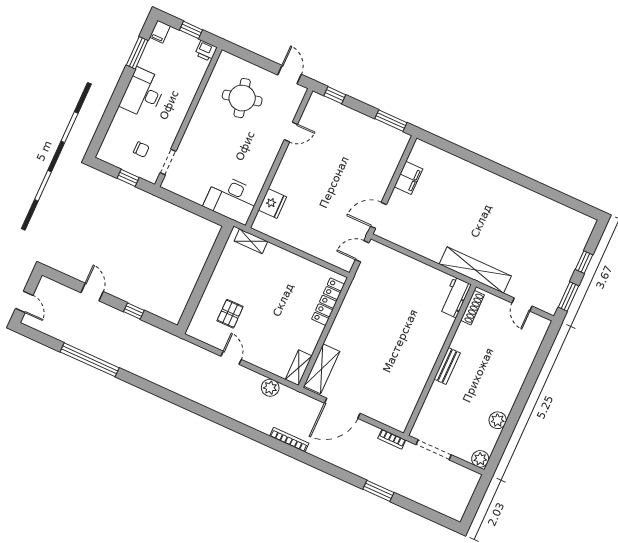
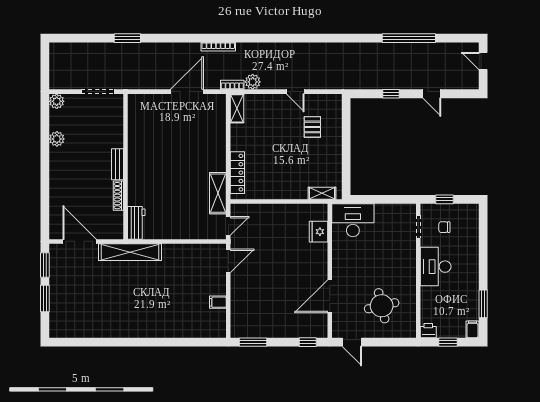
desk: (143, 93) -> (436, 267), moved, turned 180
door: (291, 132) -> (330, 296), width x1.88
filing cabinet: (408, 178) -> (218, 302), width x0.50
window: (584, 262) -> (45, 299), width x1.50
door: (522, 304) -> (80, 241), width x1.88
shoe rack: (473, 308) -> (118, 196), moved
shelving: (322, 369) -> (218, 193), moved
bookcase: (392, 439) -> (232, 85), moved

